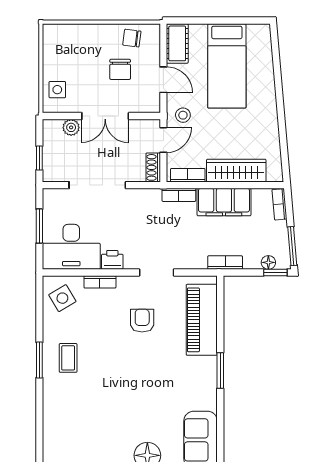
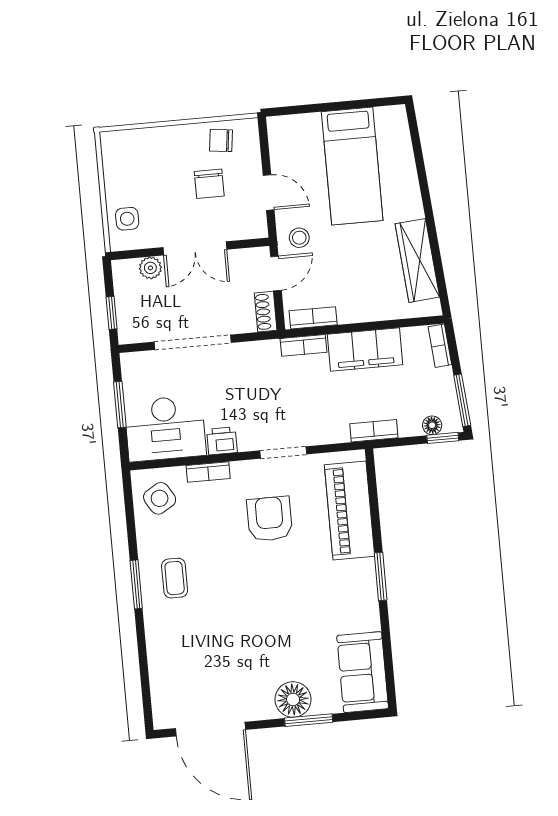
cot: (177, 43) -> (283, 142), removed
wardrobe: (236, 171) -> (417, 260), moved, turned -95
armchair: (142, 321) -> (270, 519), width x1.38, depth x1.38

